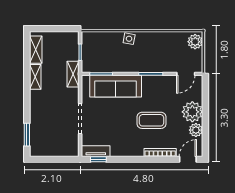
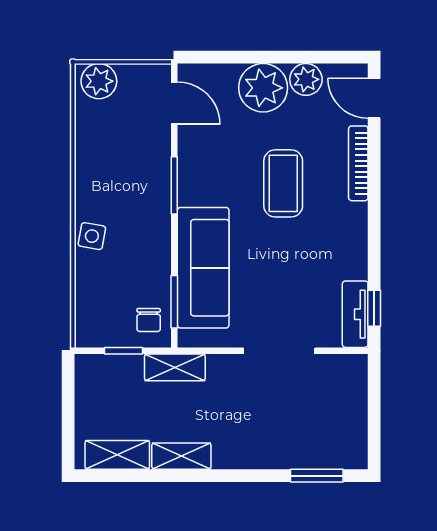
chair: (93, 63) -> (149, 320), added

